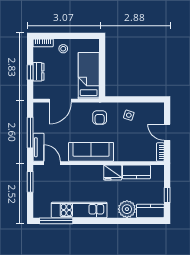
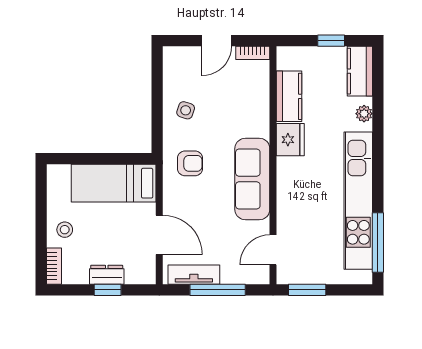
tv unit: (39, 147) -> (194, 275), moved
plant: (127, 209) -> (364, 114), width x0.53, depth x0.53
kitchen unit: (79, 210) -> (358, 201), width x1.36

